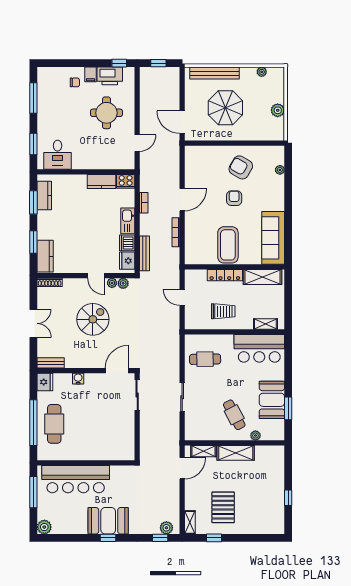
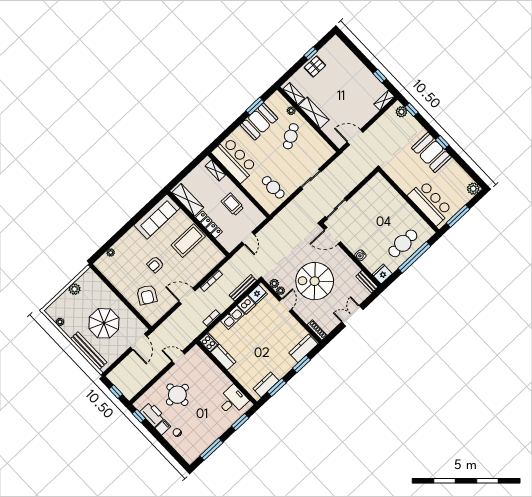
armchair: (241, 167) -> (147, 295), moved
spiral stairs: (93, 319) -> (315, 281), width x1.37, depth x1.37
shelving: (204, 451) -> (294, 94), moved
bar counter: (76, 479) -> (430, 203), width x0.73
pallet: (223, 507) -> (315, 66), moved, width x0.67, depth x0.71

